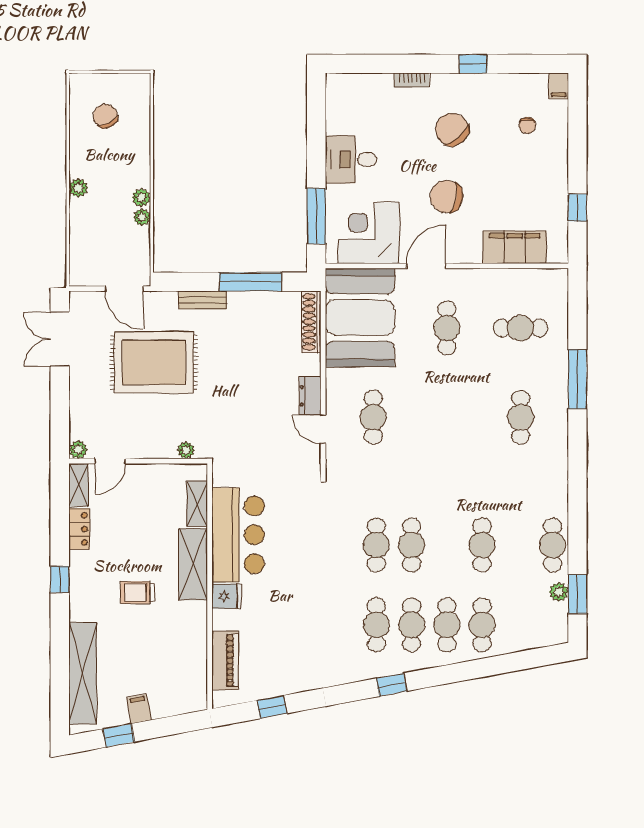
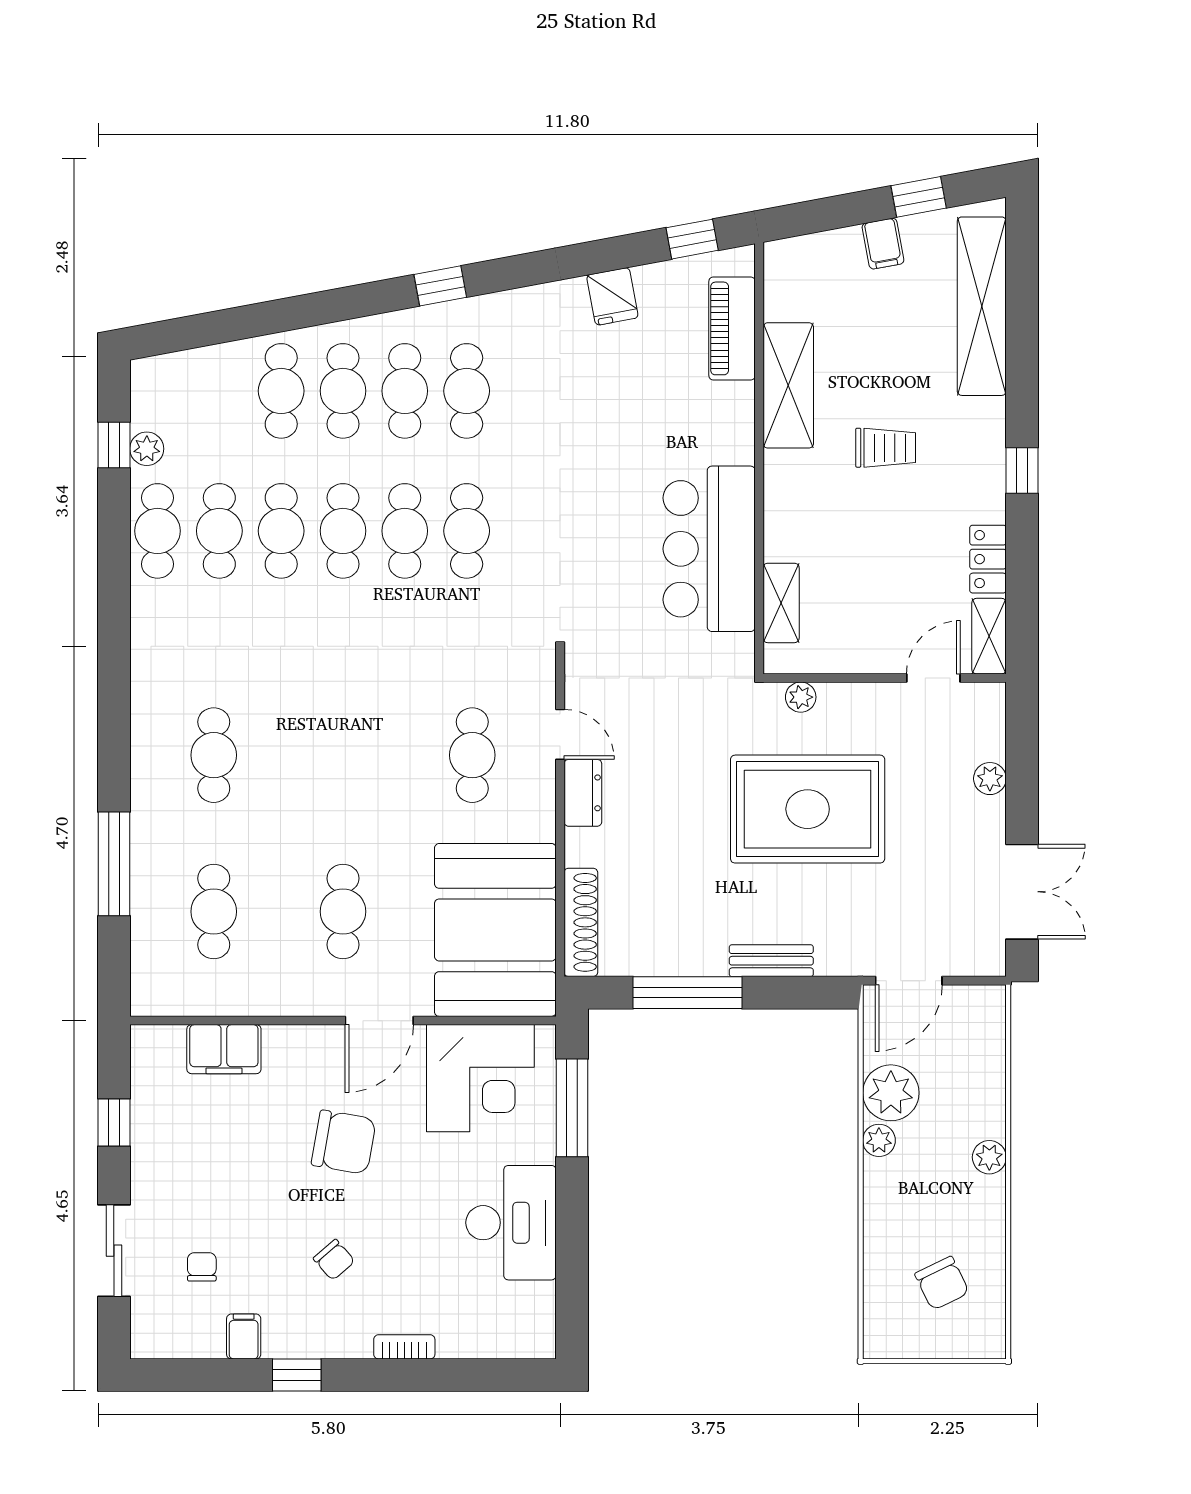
filing cabinet: (559, 86) -> (244, 1336), moved
chair: (452, 129) -> (334, 1260), width x0.54, depth x0.54
sliding door: (577, 135) -> (114, 1251), added
desk: (351, 160) -> (511, 1223), width x1.37
plant: (142, 217) -> (891, 1093), width x1.88, depth x1.88
filing cabinet: (515, 247) -> (224, 1049), width x0.67, depth x0.86
door: (124, 289) -> (909, 981), swing flipped
cafe table: (521, 328) -> (214, 912), turned 90
rug: (154, 362) -> (808, 809), moved
window: (577, 379) -> (114, 864), moved
plant: (78, 450) -> (990, 779), moved
cafe table: (447, 545) -> (343, 531), added
cafe table: (517, 545) -> (219, 531), added
shelving: (193, 564) -> (788, 385), moved
window: (577, 594) -> (114, 445), width x0.67
fridge: (227, 596) -> (612, 296), moved, turned -101
window: (272, 707) -> (692, 239), moved

